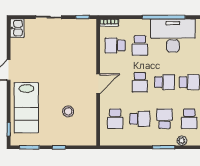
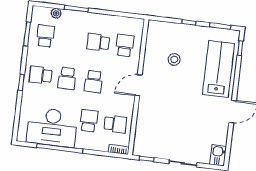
school desk: (140, 82) -> (94, 82), turned 180
school desk: (165, 82) -> (67, 78), turned -90
school desk: (165, 119) -> (72, 39), removed

